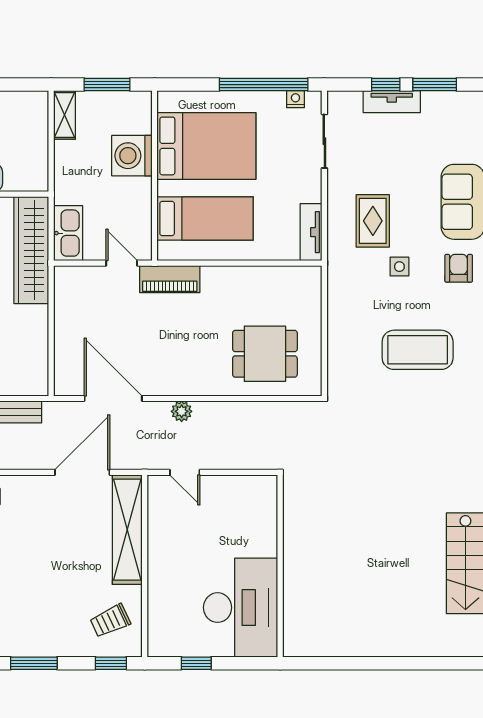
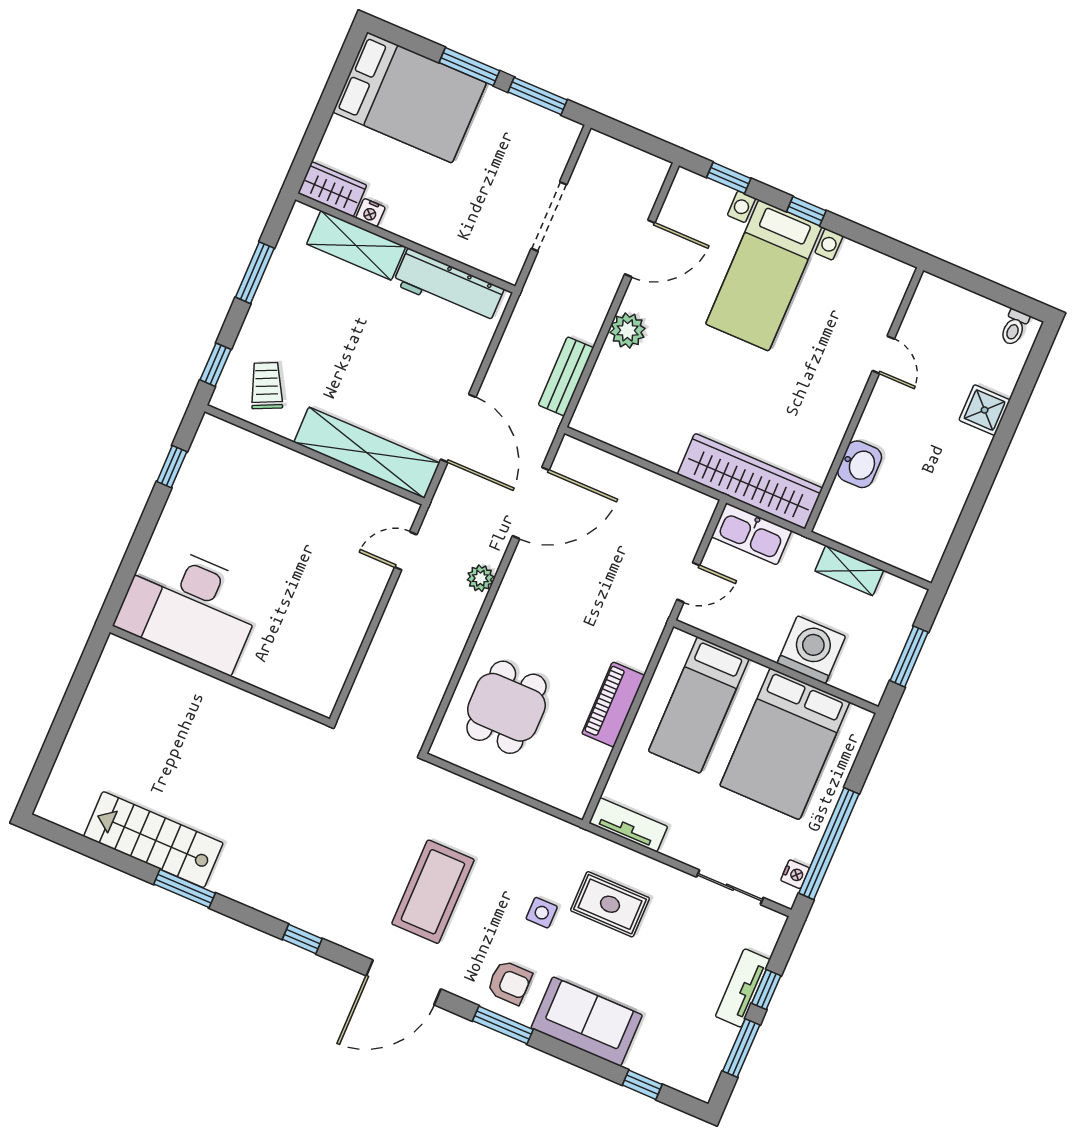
shelving: (64, 115) -> (849, 571), moved
piano: (170, 279) -> (613, 705), moved
wall: (280, 566) -> (220, 676), moved
desk: (241, 608) -> (190, 607), moved

